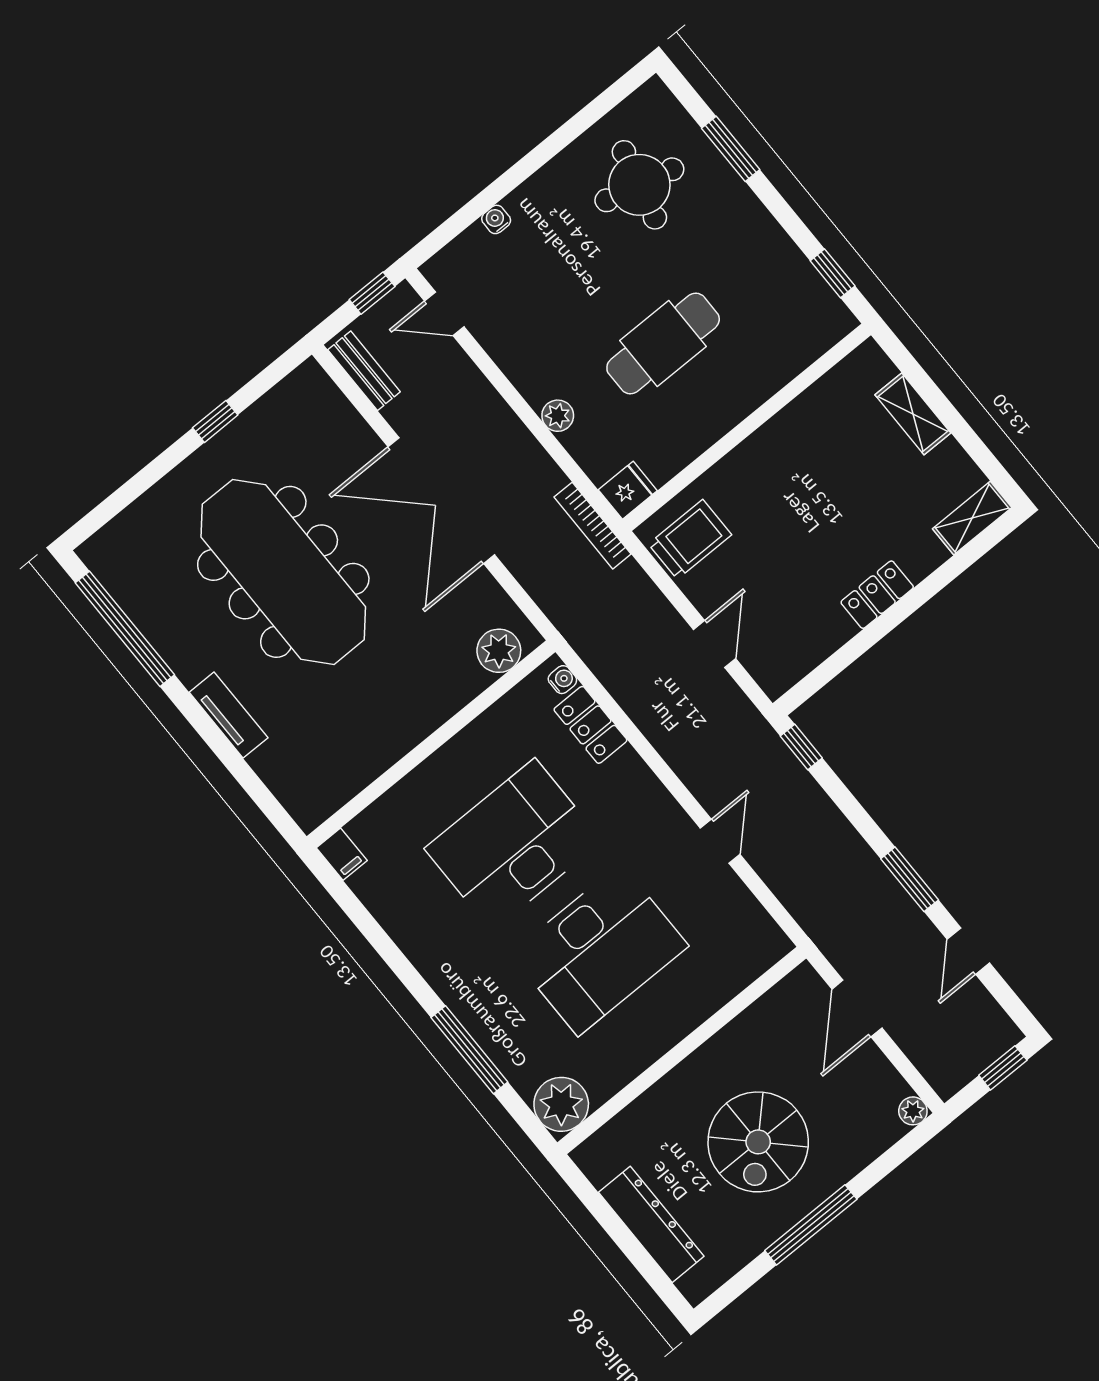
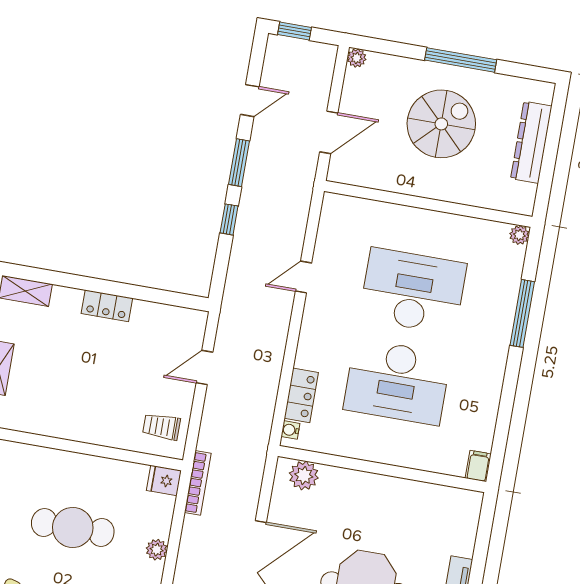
trolley: (690, 539) -> (162, 427), width x0.73, depth x0.72
window: (801, 747) -> (229, 219), moved
plant: (561, 1104) -> (519, 235), width x0.53, depth x0.53

